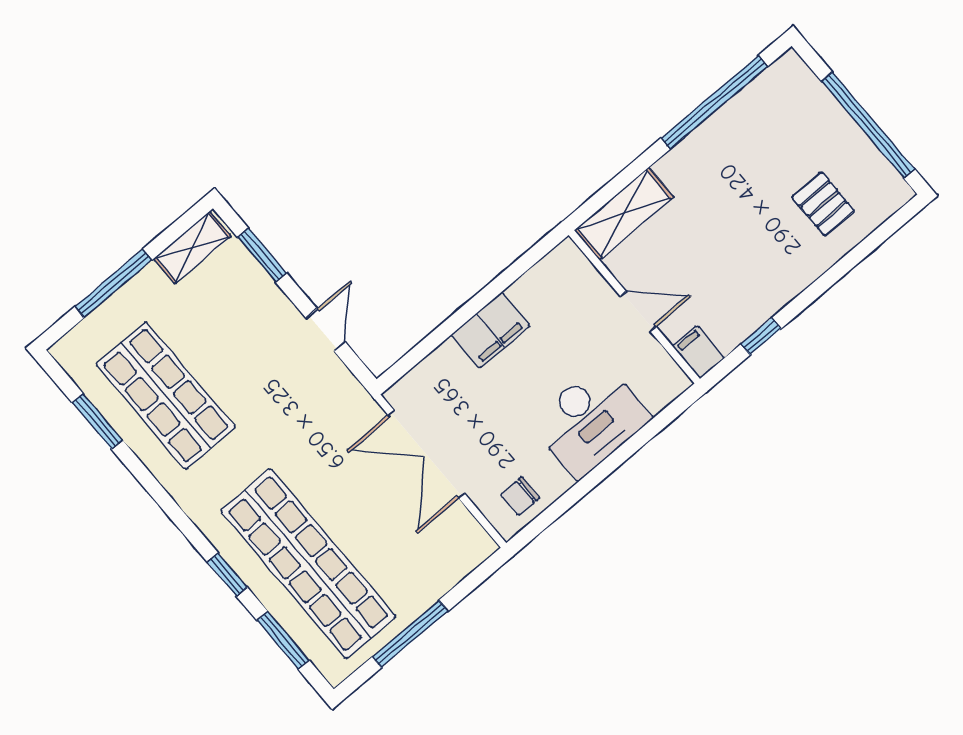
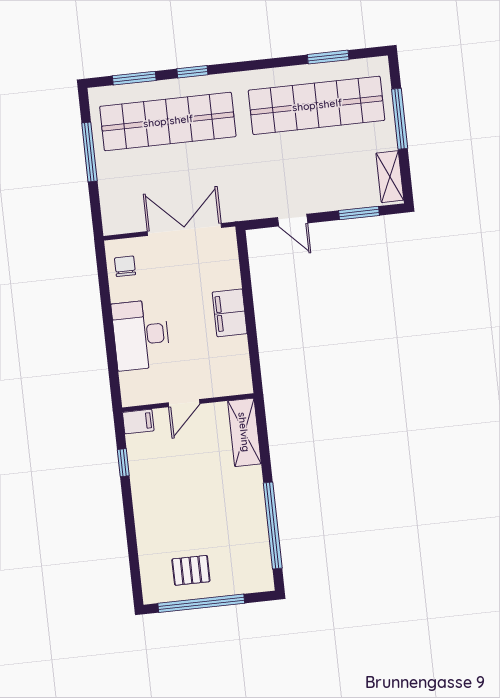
pallet: (823, 204) -> (191, 570), moved
shop shelf: (166, 396) -> (317, 105), width x1.40

